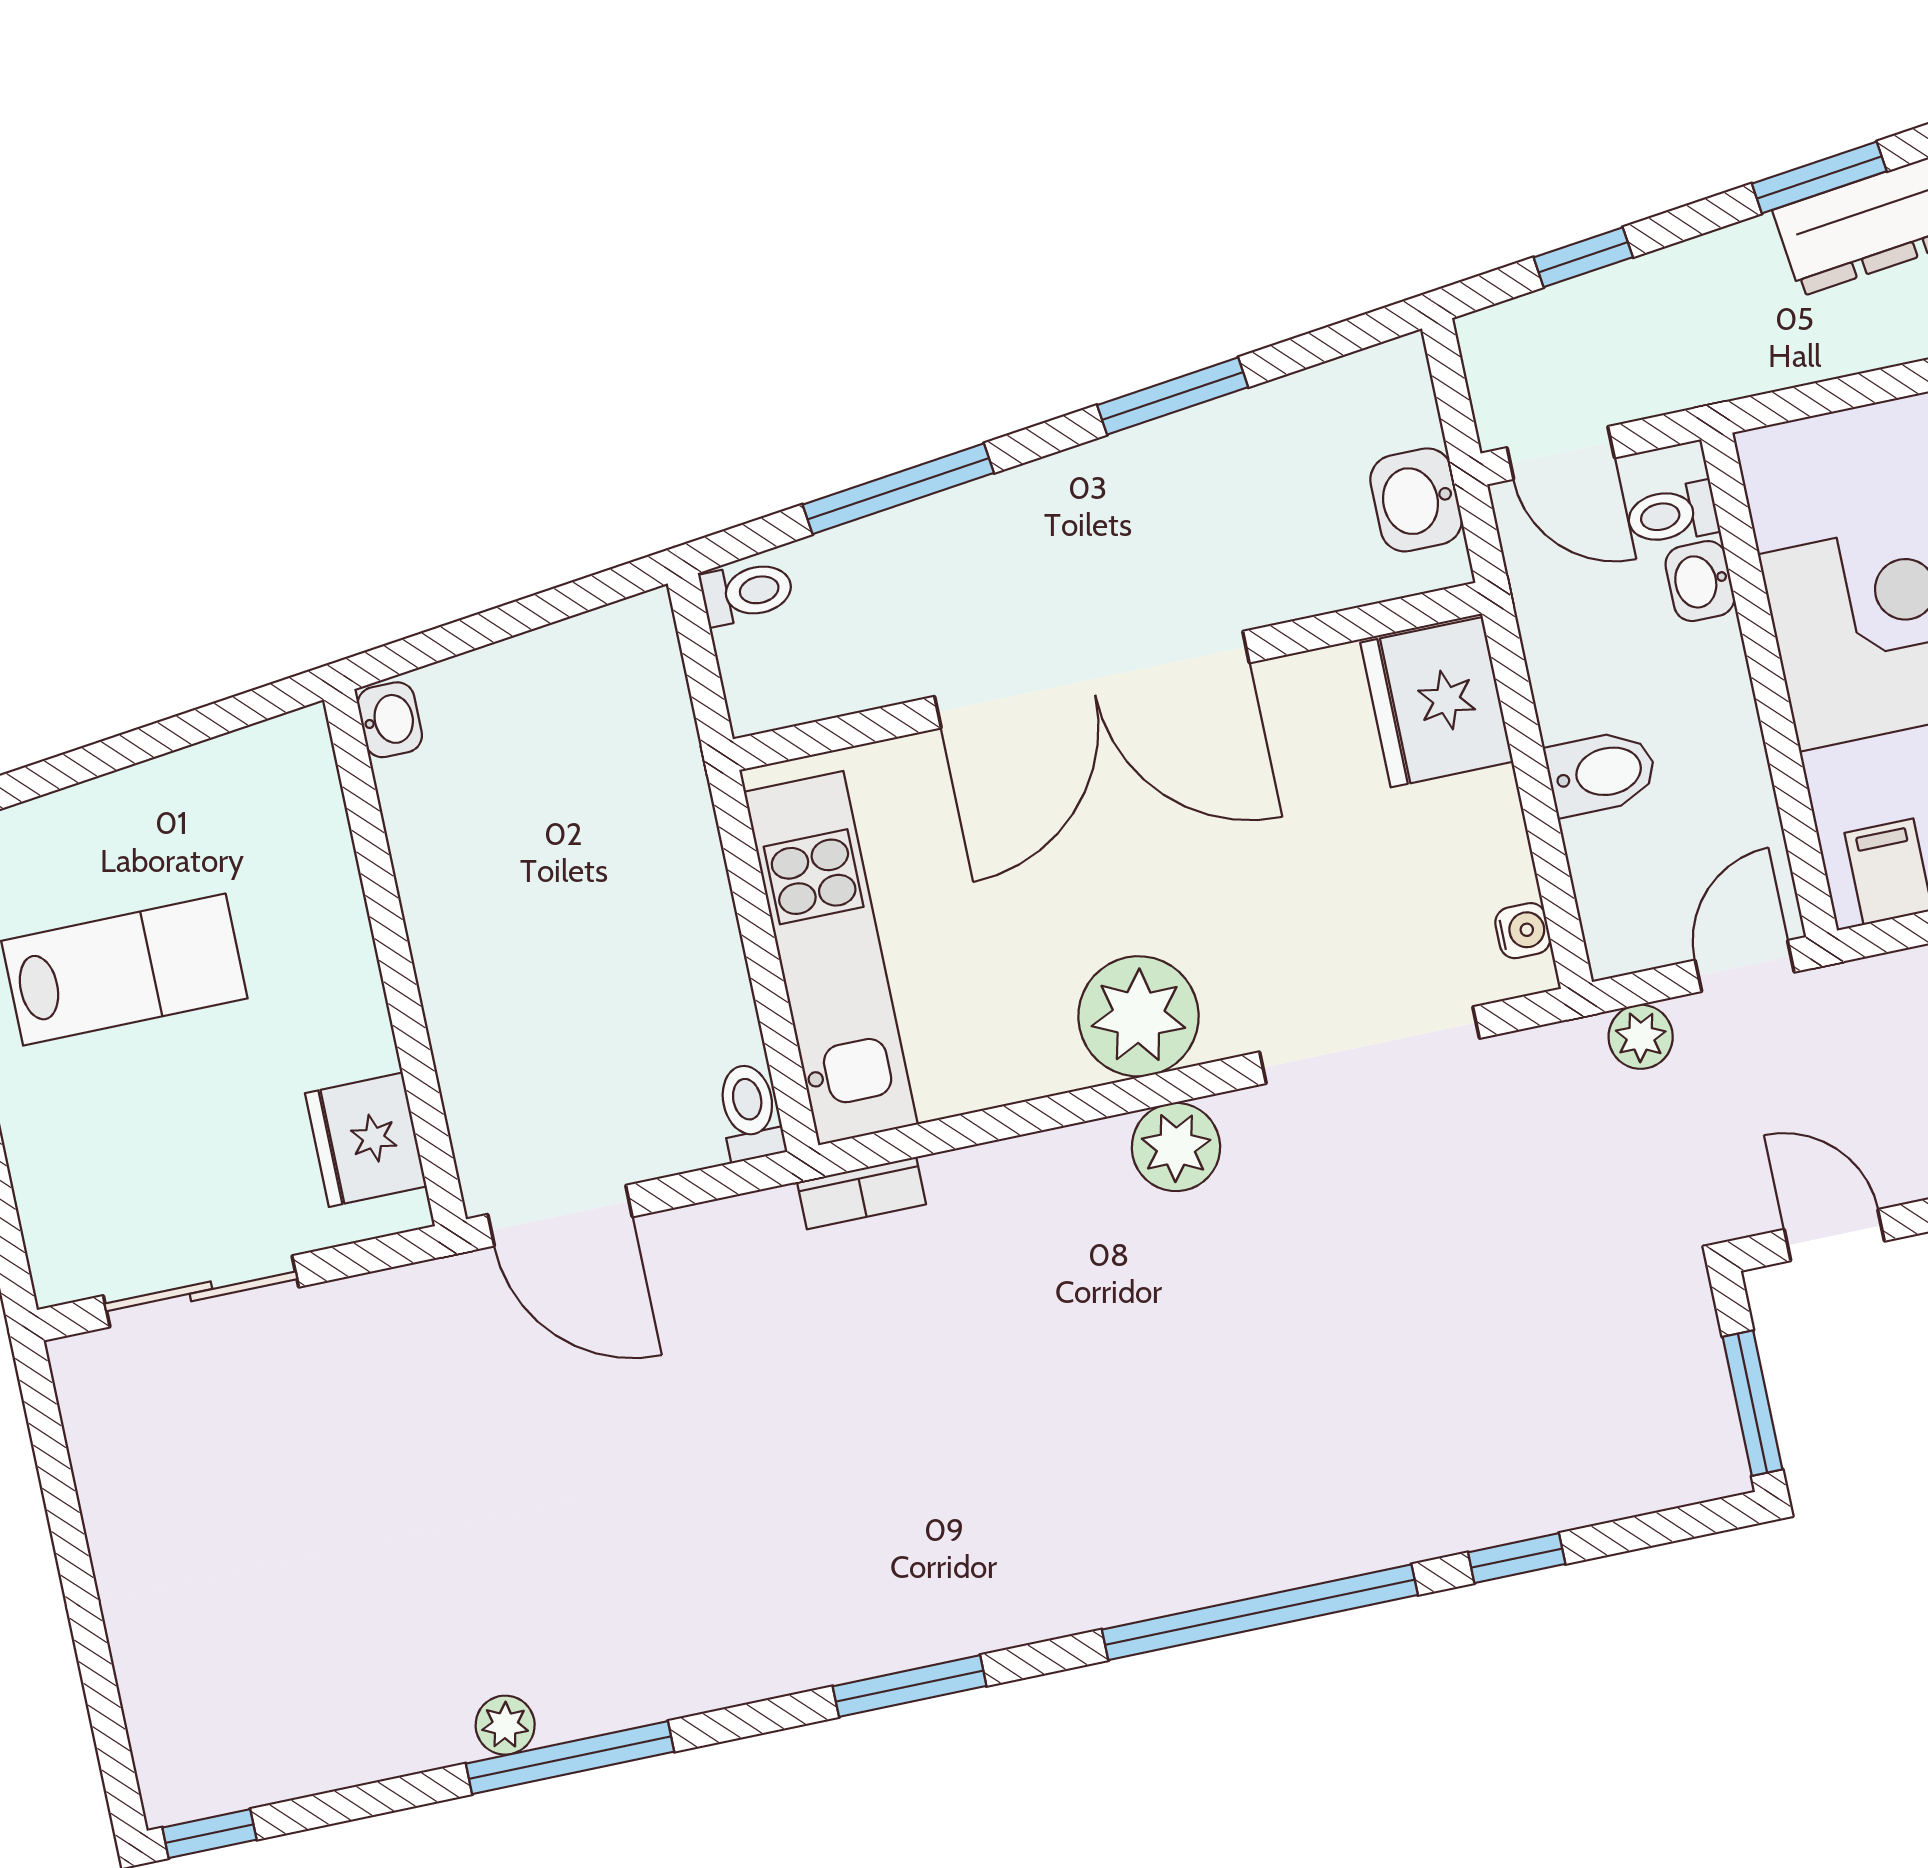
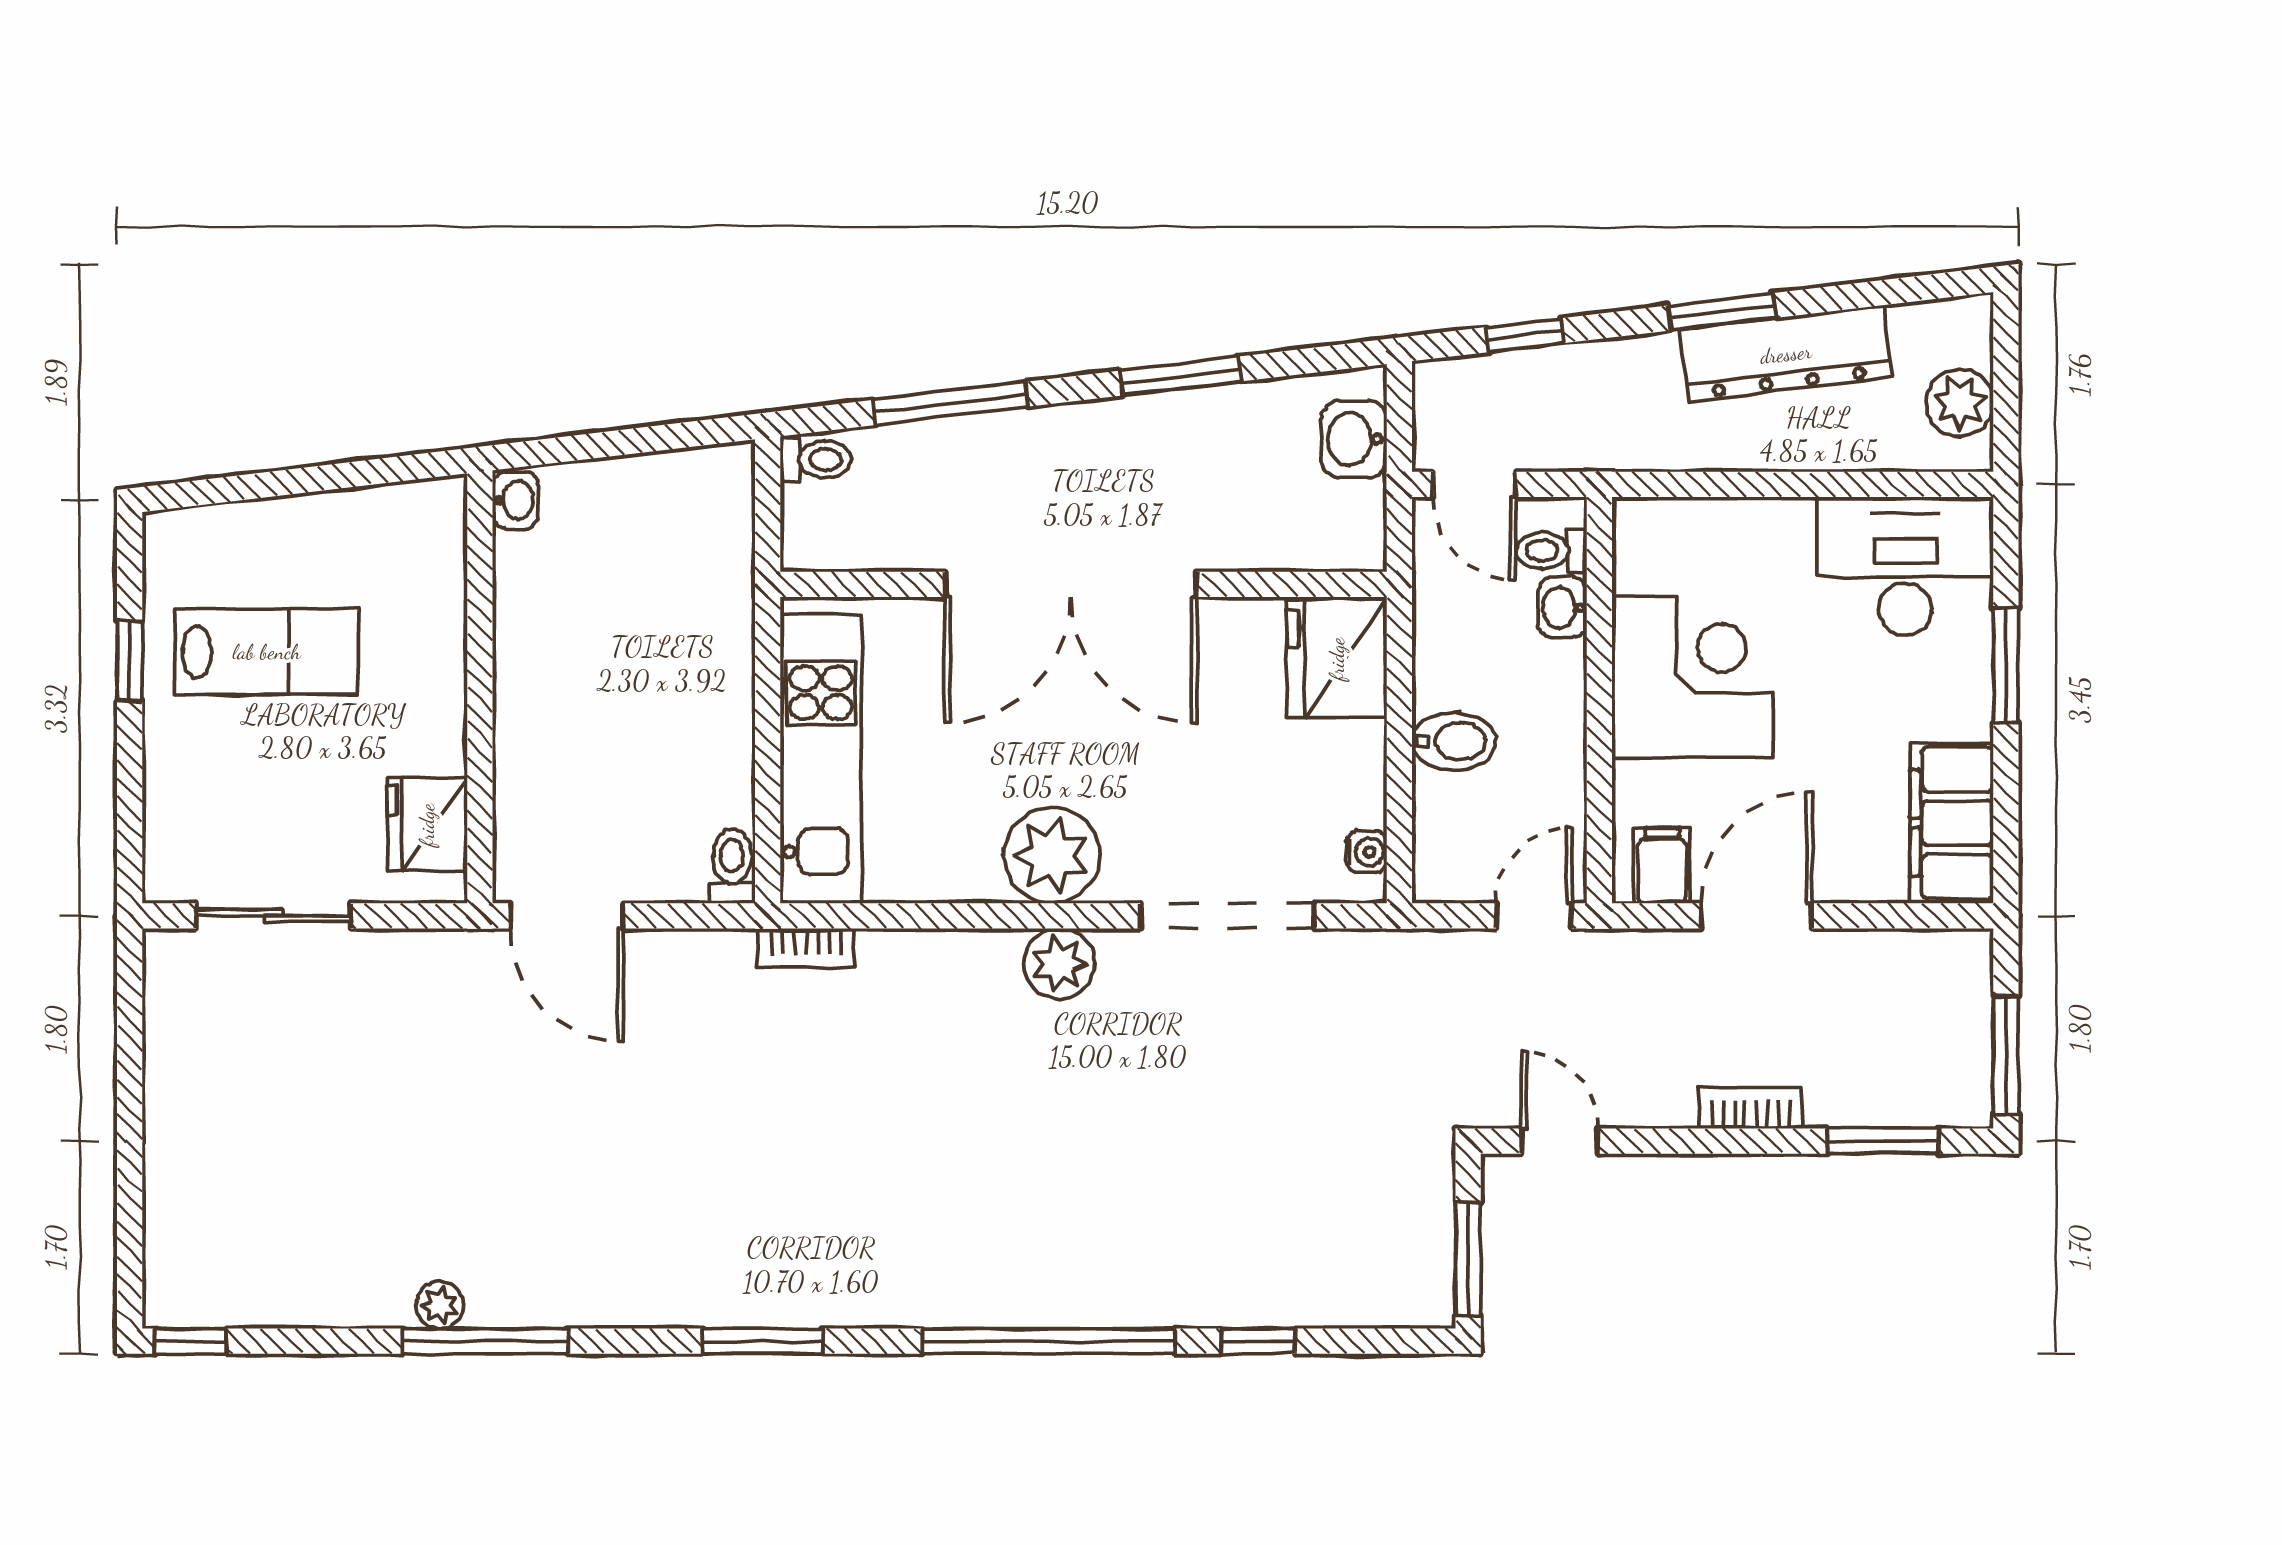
washbasin: (1416, 500) -> (1354, 439), moved
plant: (1641, 1037) -> (1441, 954), removed

